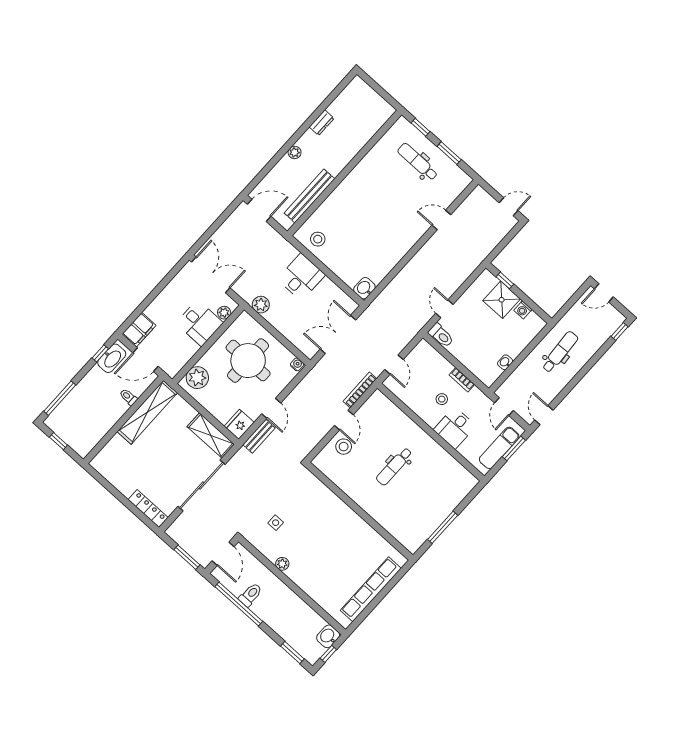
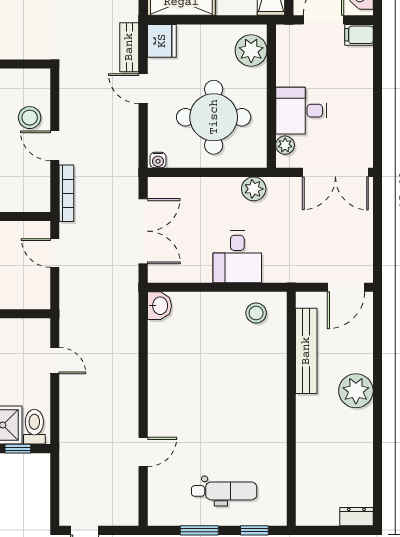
dresser: (322, 123) -> (356, 517), moved, turned 90
plant: (295, 152) -> (356, 391), width x1.87, depth x1.87
filing cabinet: (139, 330) -> (359, 35), width x0.50
toilet: (441, 335) -> (34, 427), moved, turned 90

